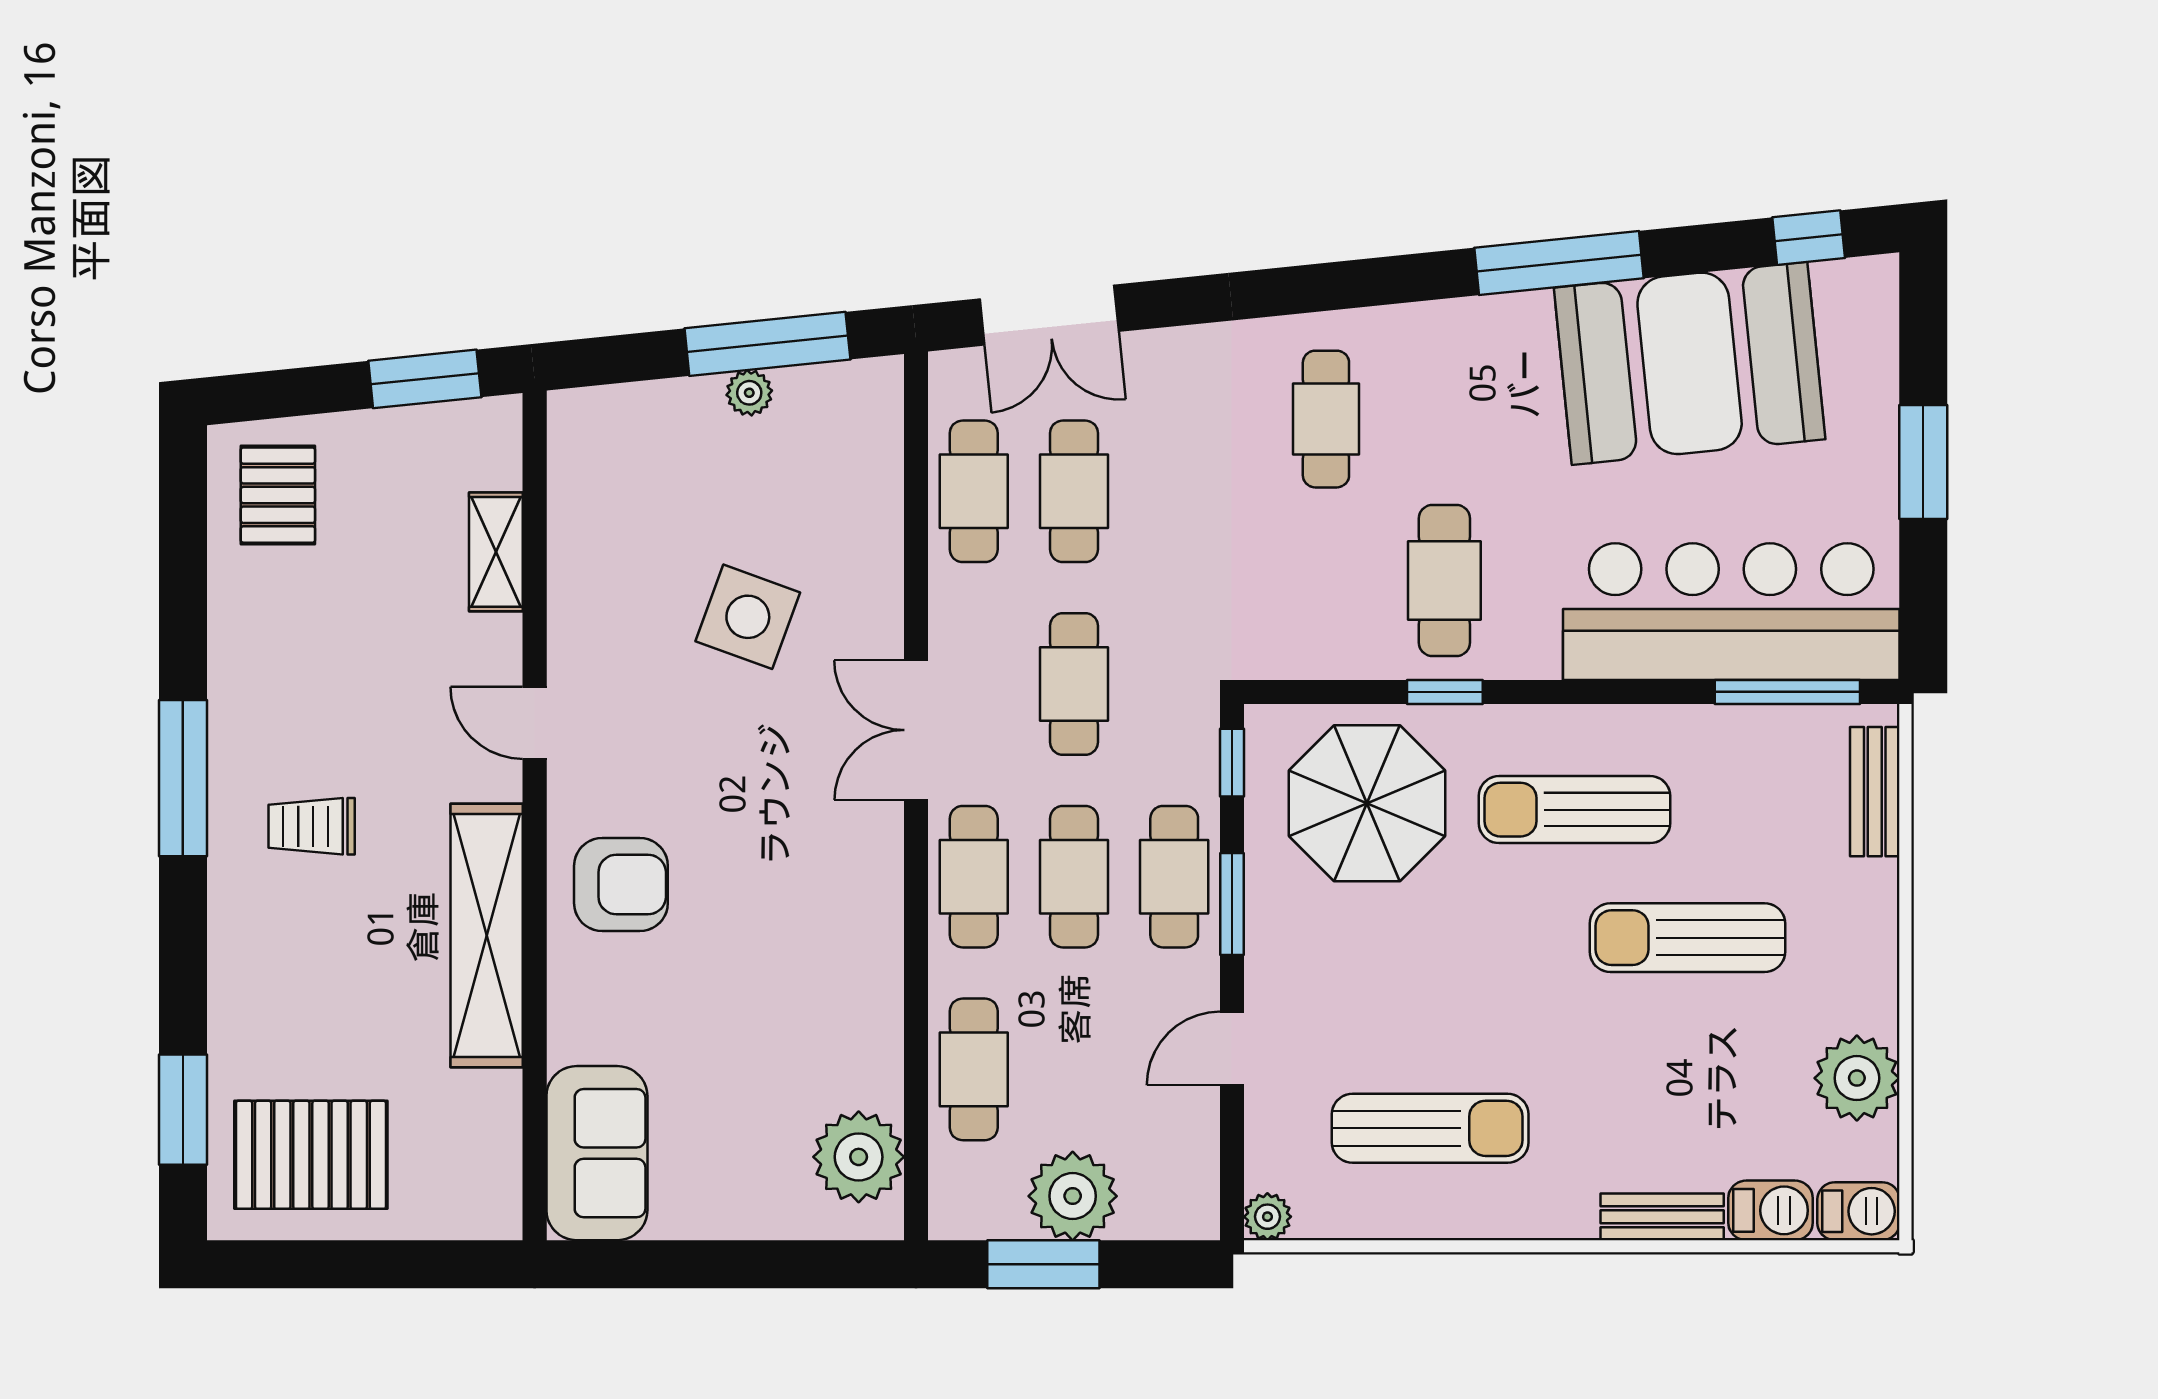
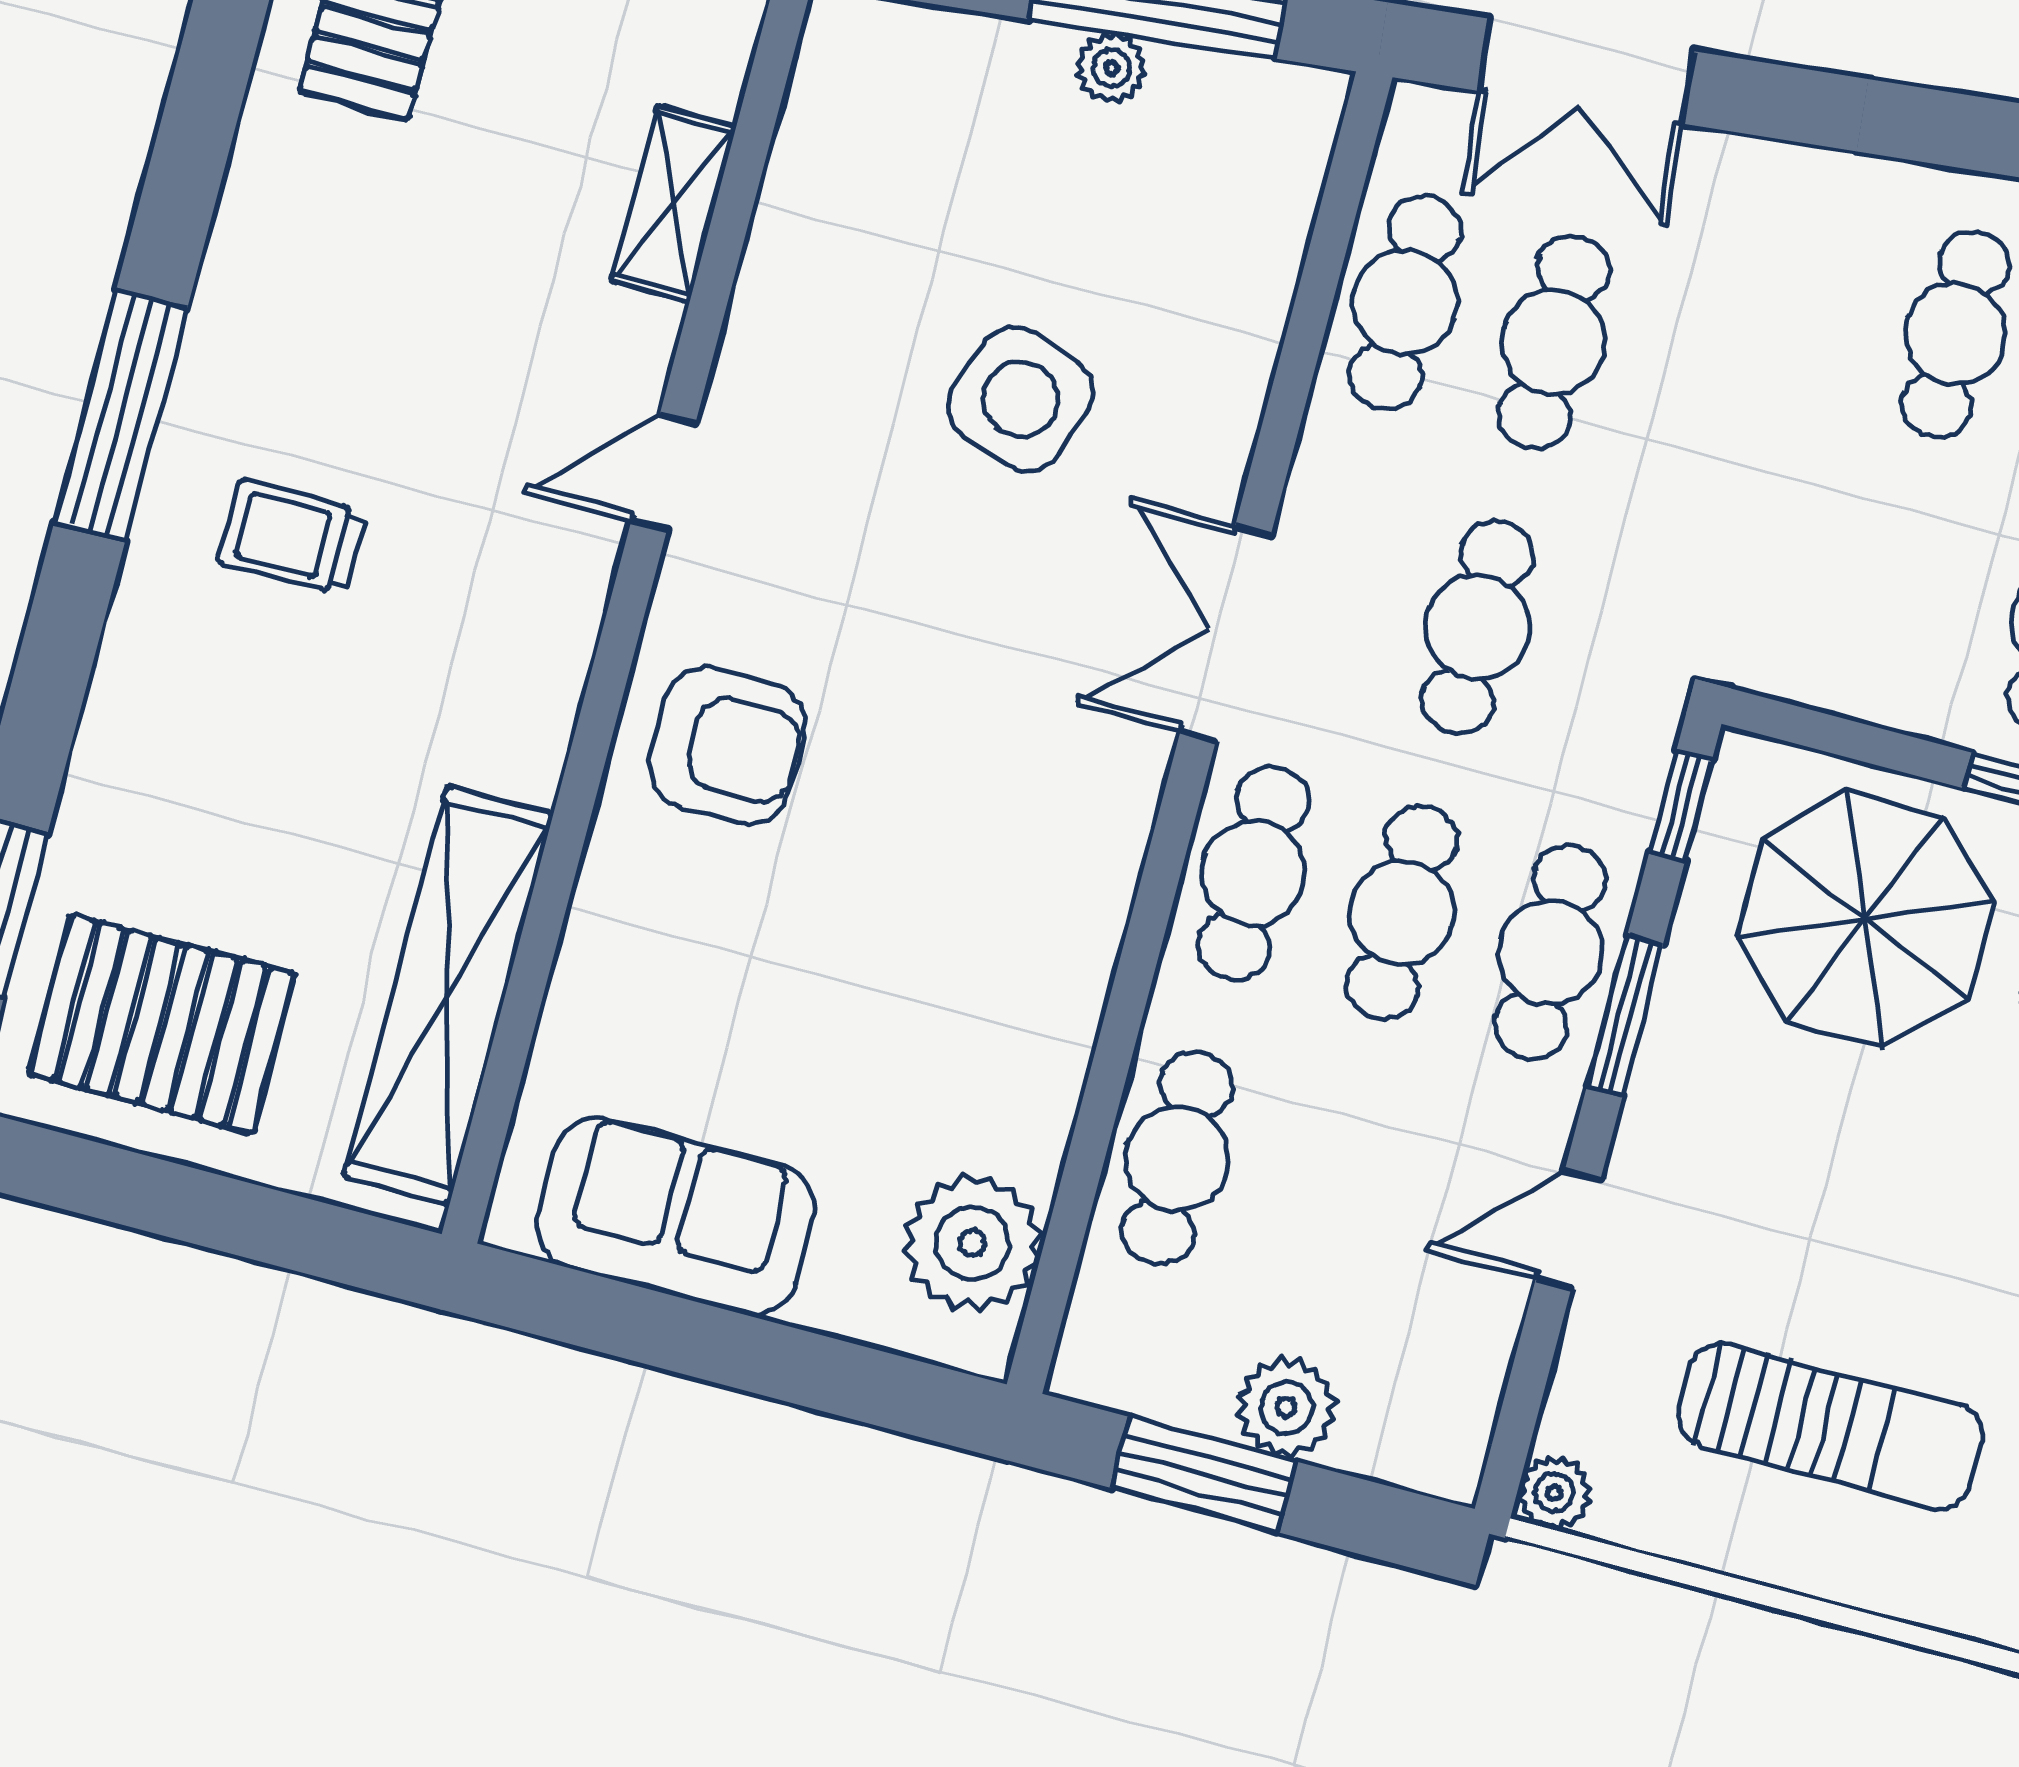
door: (535, 723) -> (663, 472), hinge flipped
shelving: (487, 936) -> (448, 995), moved
sofa: (597, 1153) -> (675, 1216), moved, turned -90
plant: (1073, 1196) -> (1287, 1407), width x0.73, depth x0.73

